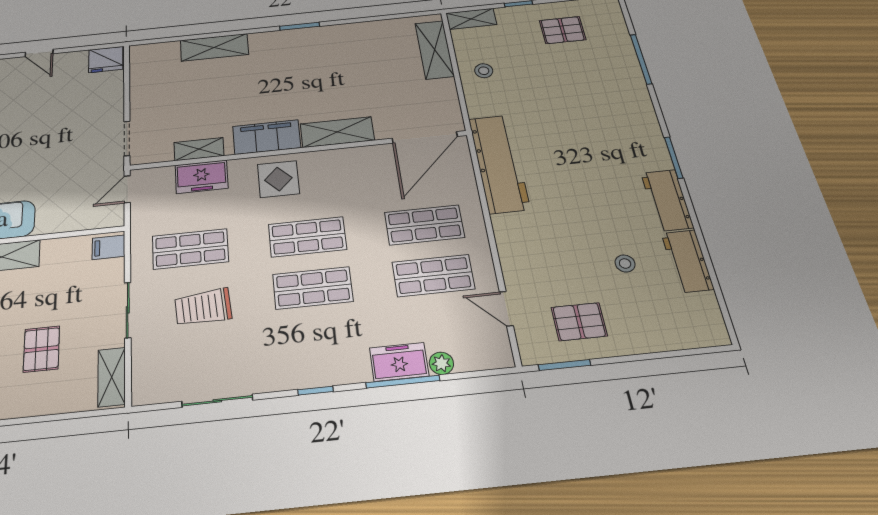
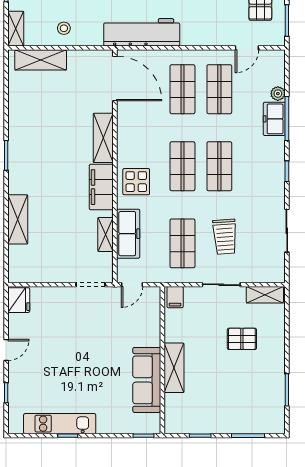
freezer: (202, 177) -> (128, 234), width x1.40
door: (127, 189) -> (132, 285), hinge flipped

